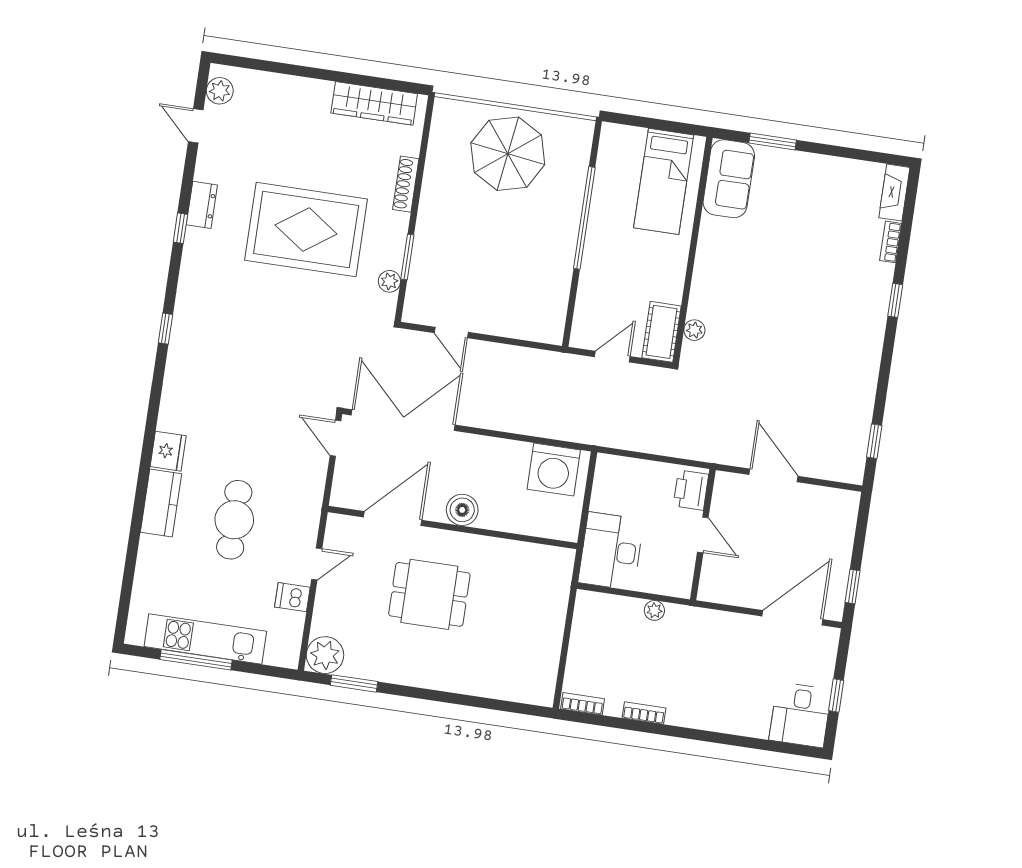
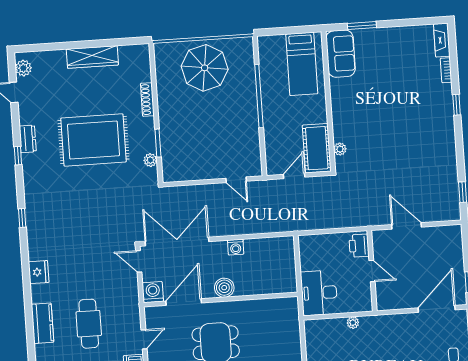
wardrobe: (374, 103) -> (92, 57), moved
cot: (662, 332) -> (317, 148), width x1.37, depth x1.34
door: (451, 333) -> (236, 180), moved
fridge: (168, 451) -> (39, 272), moved
washing machine: (554, 470) -> (236, 247), moved, width x0.53, depth x0.53
washing machine: (347, 492) -> (153, 292), added

